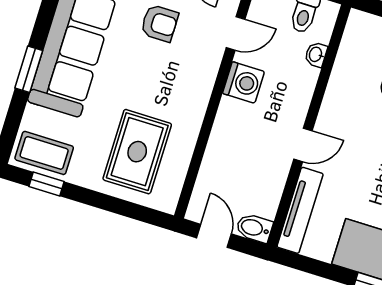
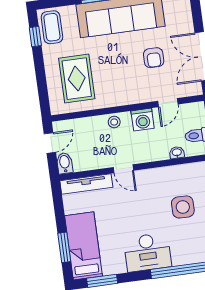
door: (236, 33) -> (168, 103), hinge flipped
stool: (227, 126) -> (114, 122), added
rug: (137, 152) -> (77, 79), turned 90

